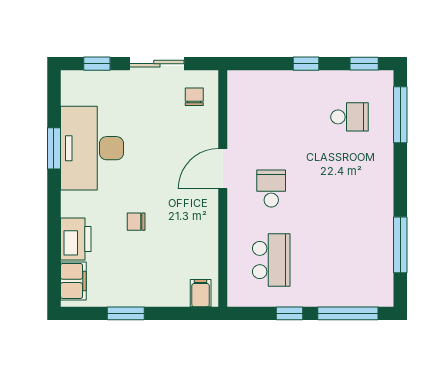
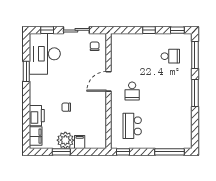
desk: (92, 148) -> (45, 54), moved
school desk: (271, 188) -> (132, 91), turned 180
window: (400, 245) -> (195, 93), moved
school desk: (271, 260) -> (132, 126), turned 180
plant: (134, 290) -> (65, 140), added
filing cabinet: (201, 293) -> (80, 142), moved
window: (290, 313) -> (123, 152), moved

